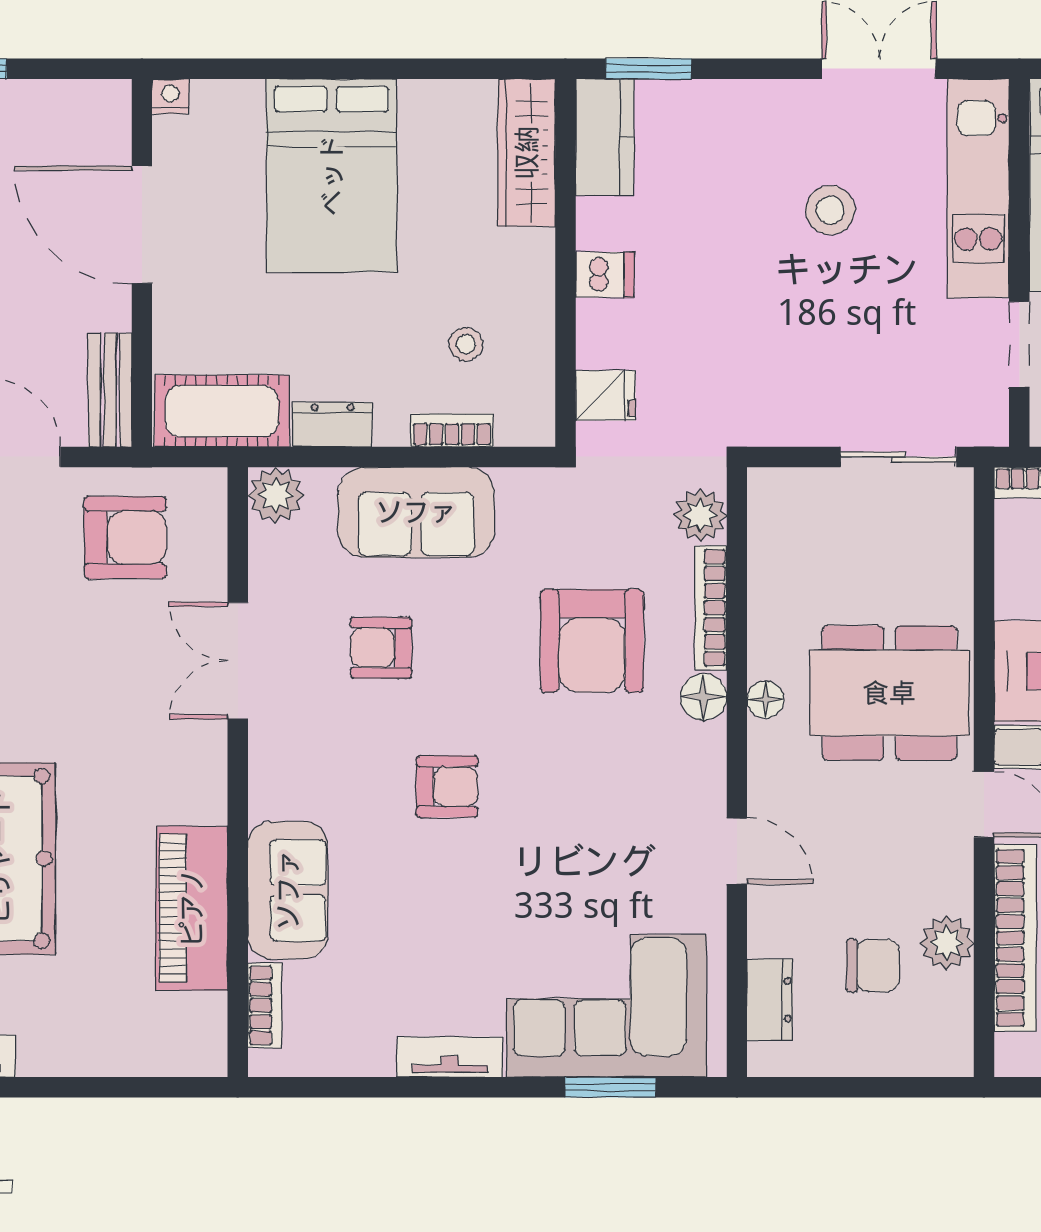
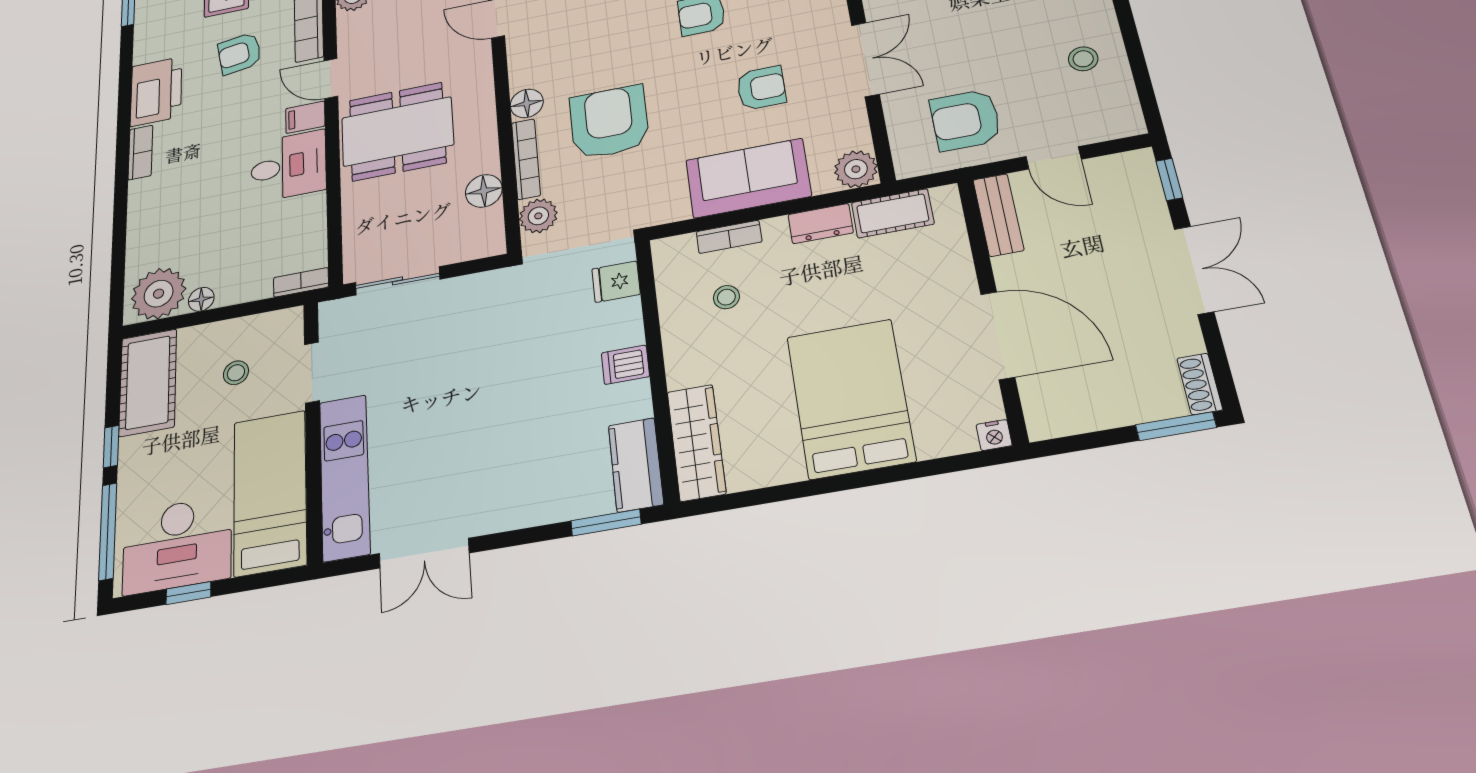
stool: (830, 210) -> (456, 442), removed
cot: (222, 411) -> (893, 213), width x0.73, depth x0.75
floor lamp: (766, 700) -> (484, 191), moved, width x1.37, depth x1.37

